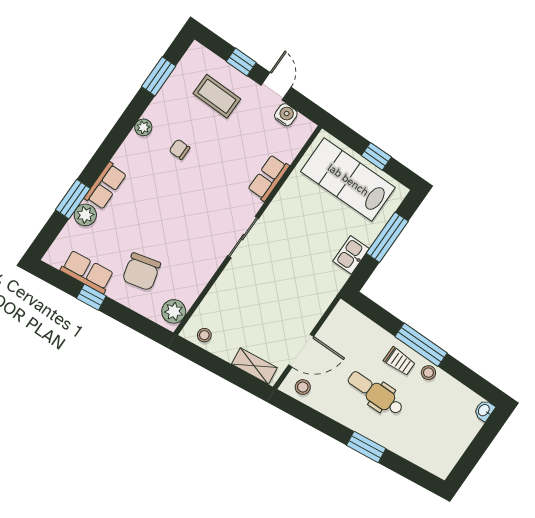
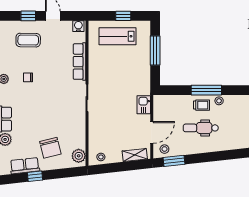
water cooler: (286, 115) -> (78, 26), moved
row of seats: (268, 178) -> (79, 62), width x1.48
lab bench: (348, 180) -> (117, 36), width x0.73, depth x0.72
kitchen sink: (351, 255) -> (144, 105), moved
window: (366, 447) -> (174, 161), moved

